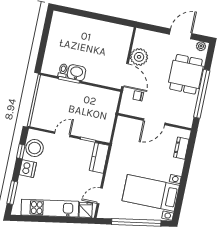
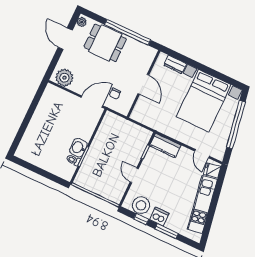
plant: (139, 57) -> (64, 78), moved
window: (12, 193) -> (166, 231), moved
bed with nightstands: (151, 193) -> (204, 101), width x1.36

